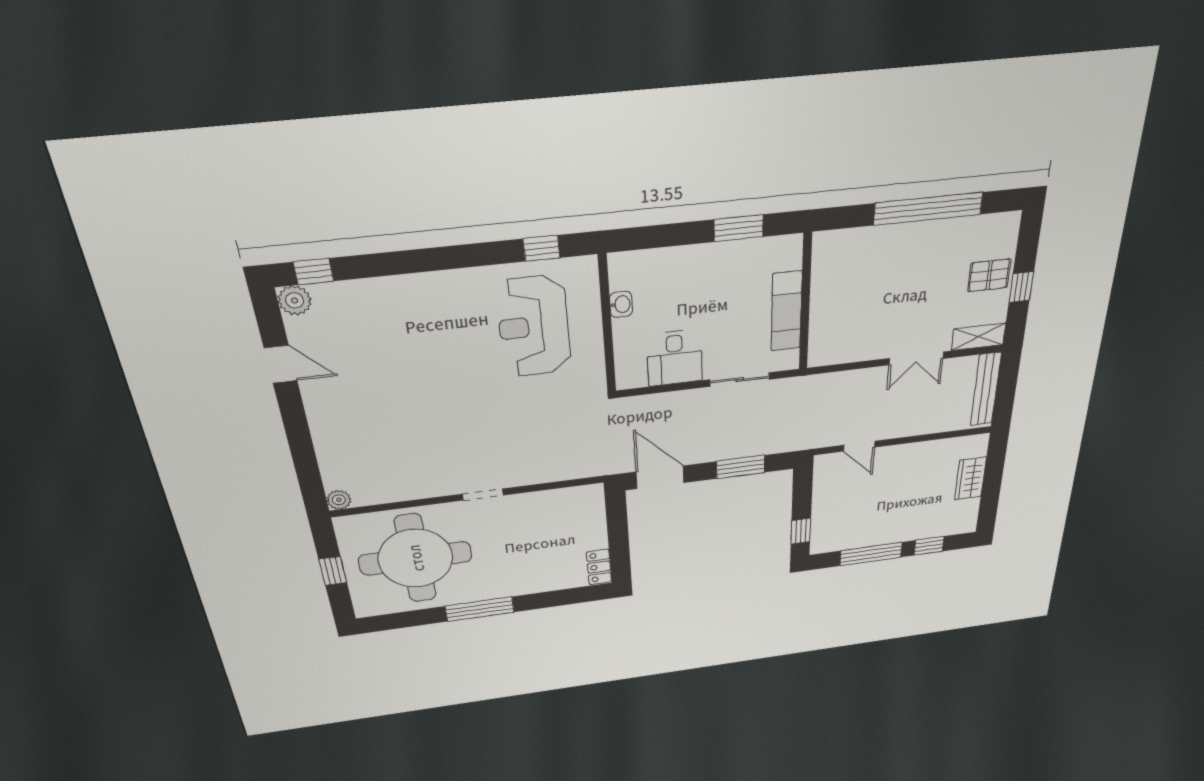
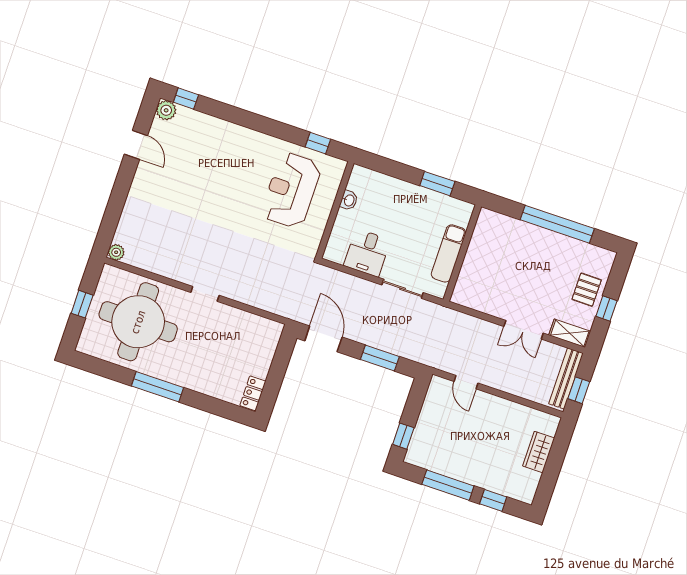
pallet: (989, 275) -> (587, 290), turned 90
window: (1005, 395) -> (579, 390), added

